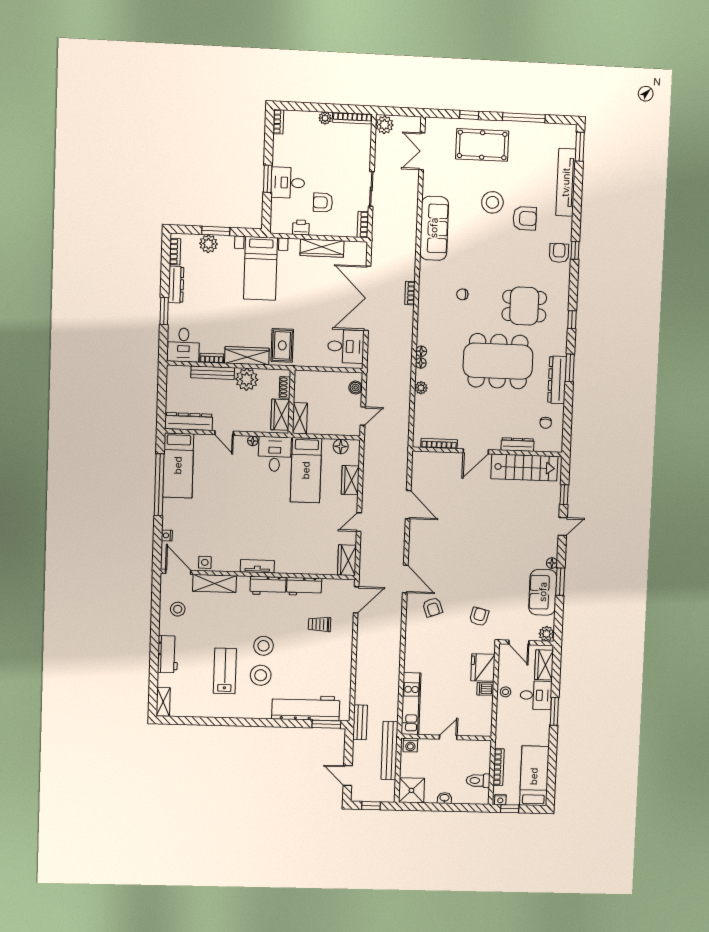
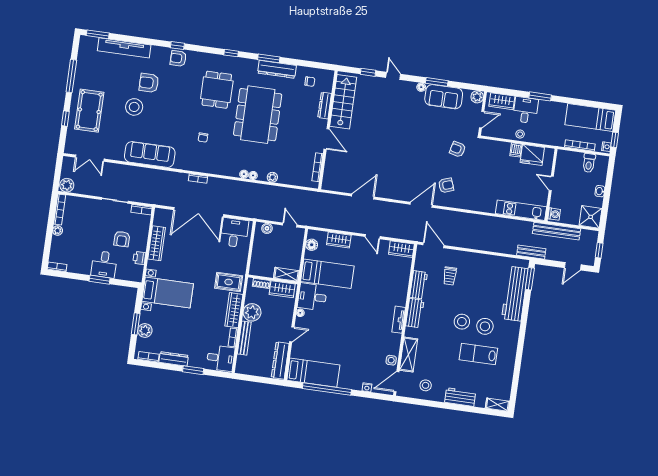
armchair: (525, 218) -> (149, 83), turned -90
fridge: (483, 668) -> (532, 155), moved

